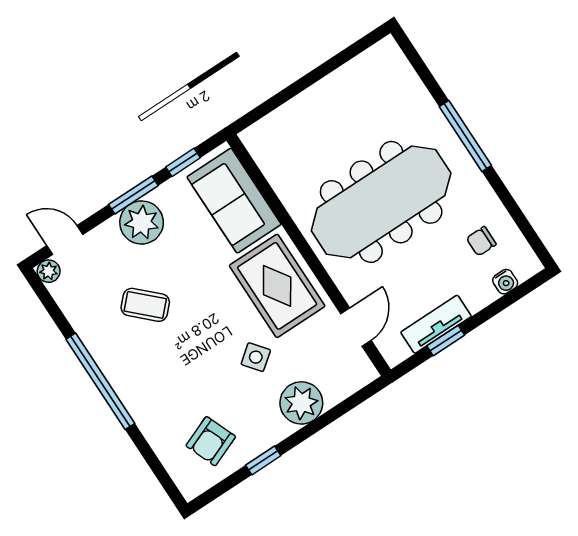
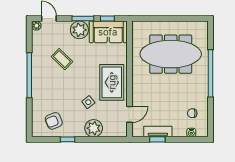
window: (465, 136) -> (211, 73), width x1.46
sofa: (234, 201) -> (108, 32), moved, turned -90
meeting table: (381, 202) -> (171, 54), moved

